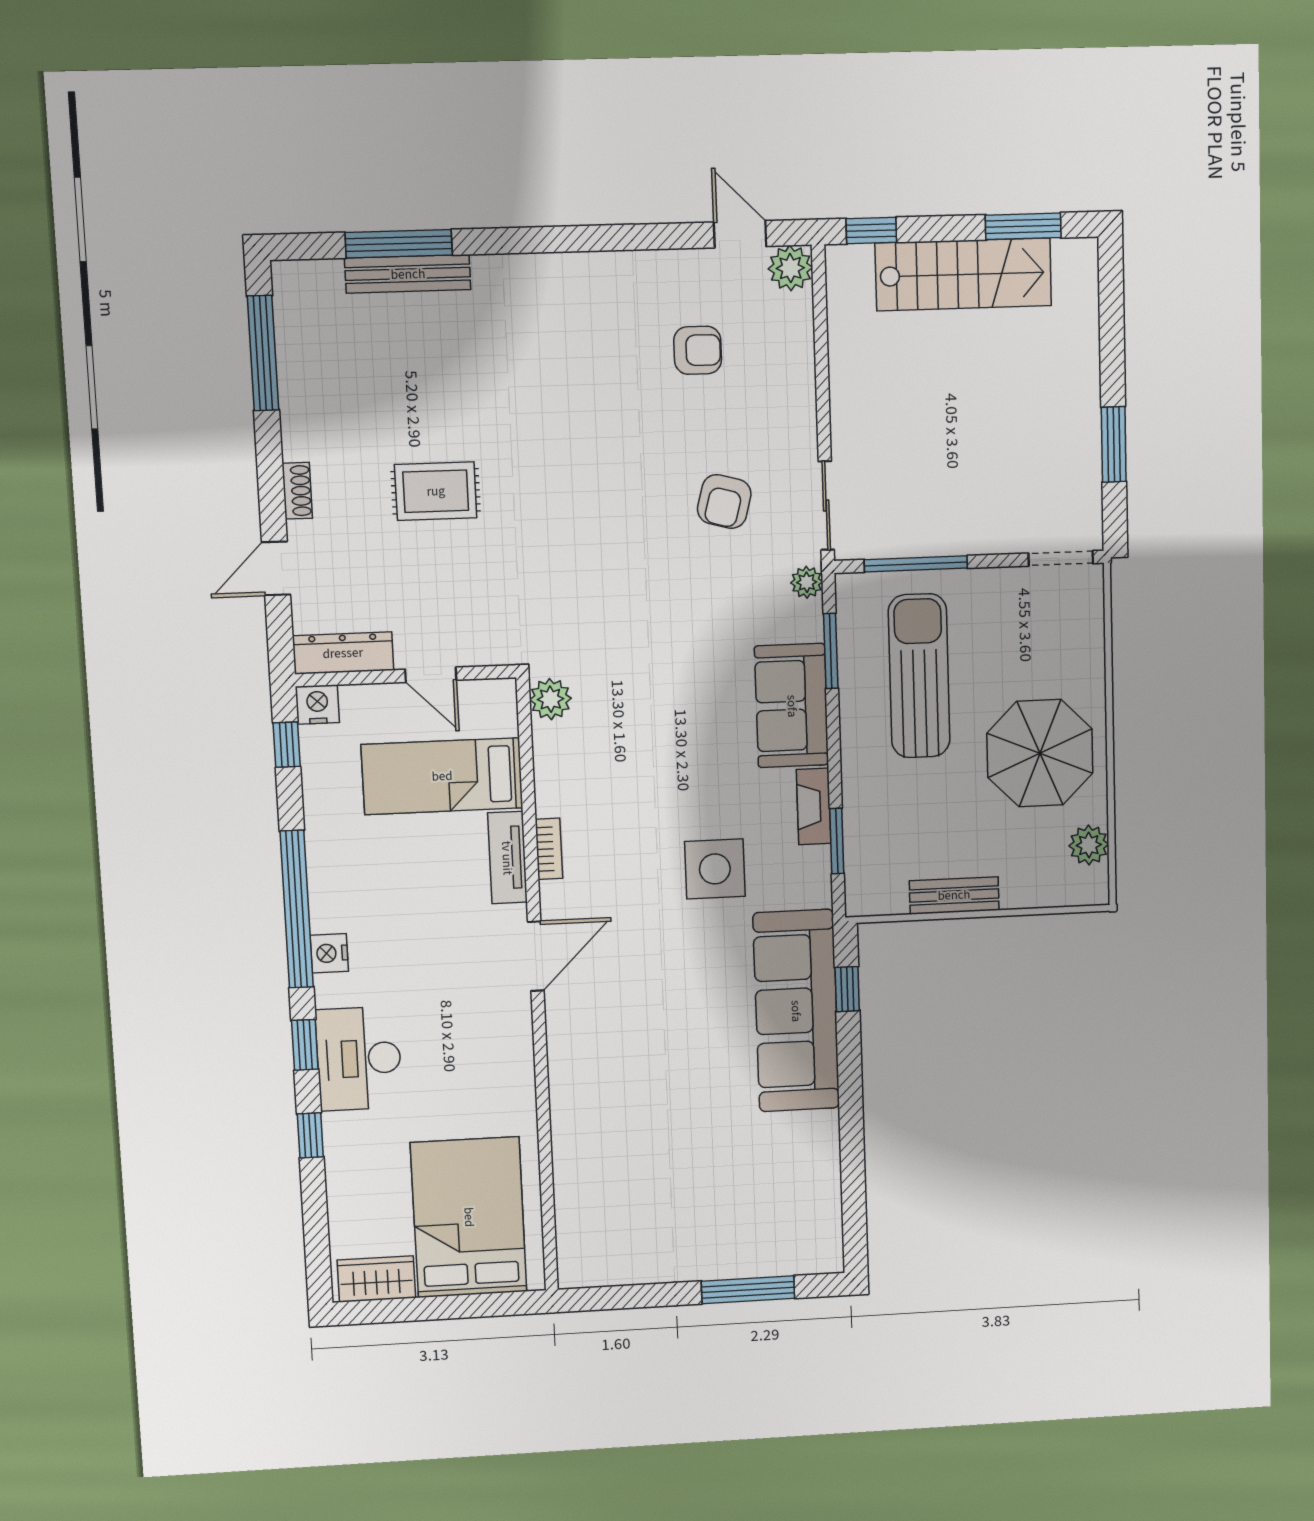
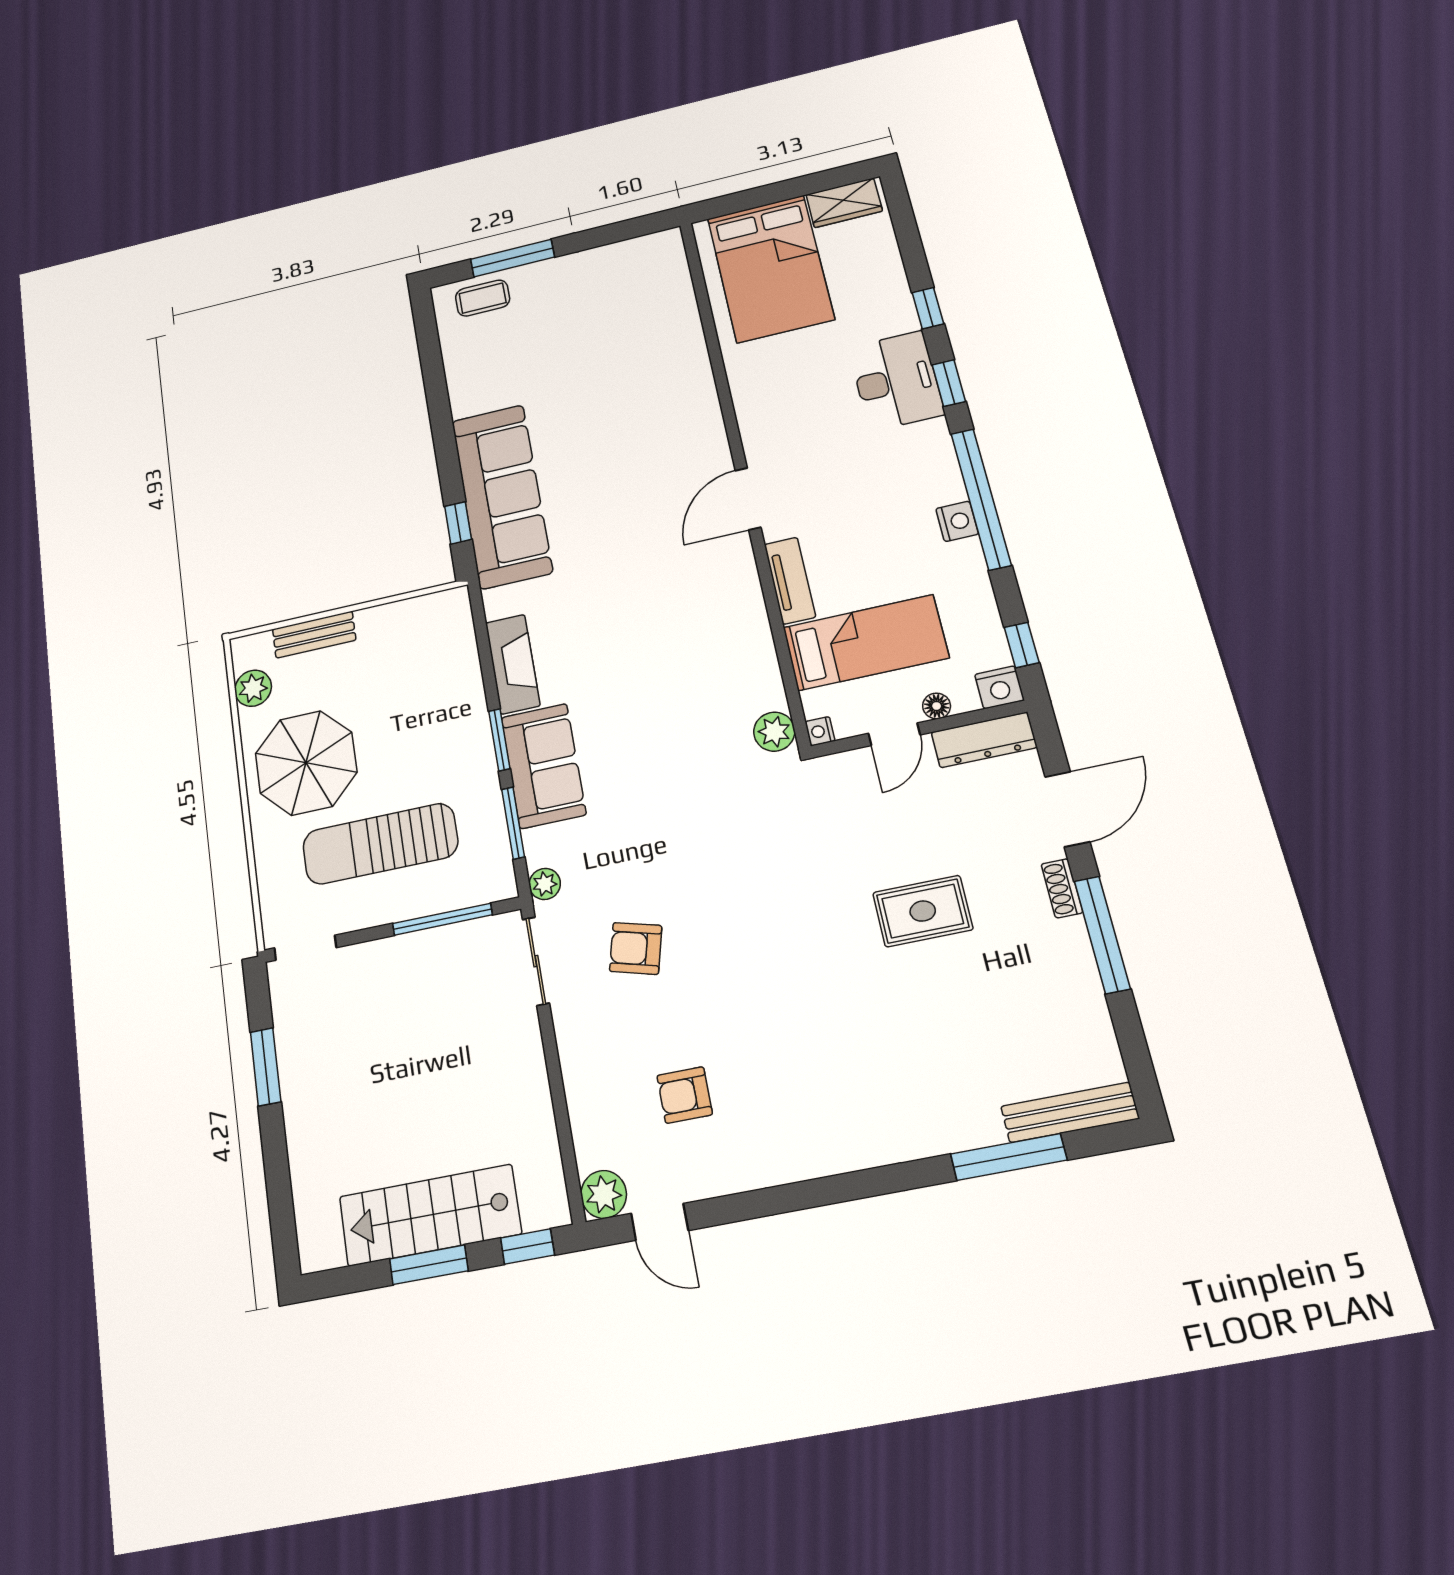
window: (1023, 226) -> (429, 1265), moved
bench: (408, 274) -> (1070, 1112), moved
window: (263, 353) -> (1102, 935), moved
armchair: (724, 502) -> (636, 948), turned -90
door: (276, 568) -> (1067, 809), width x1.38
door: (431, 675) -> (894, 734), swing flipped
sun lounger: (919, 676) -> (380, 844), moved, turned 90
nightstand: (504, 691) -> (820, 731), added
floor lamp: (383, 696) -> (937, 706), added
fireplace: (814, 806) -> (513, 664), width x1.37, depth x1.32
window: (837, 841) -> (499, 740), moved
bookcase: (549, 849) -> (752, 595), removed
side table: (715, 869) -> (594, 605), removed
bench: (954, 895) -> (314, 635), moved
nightstand: (329, 953) -> (957, 521), moved
coffee table: (787, 1248) -> (483, 298), added

